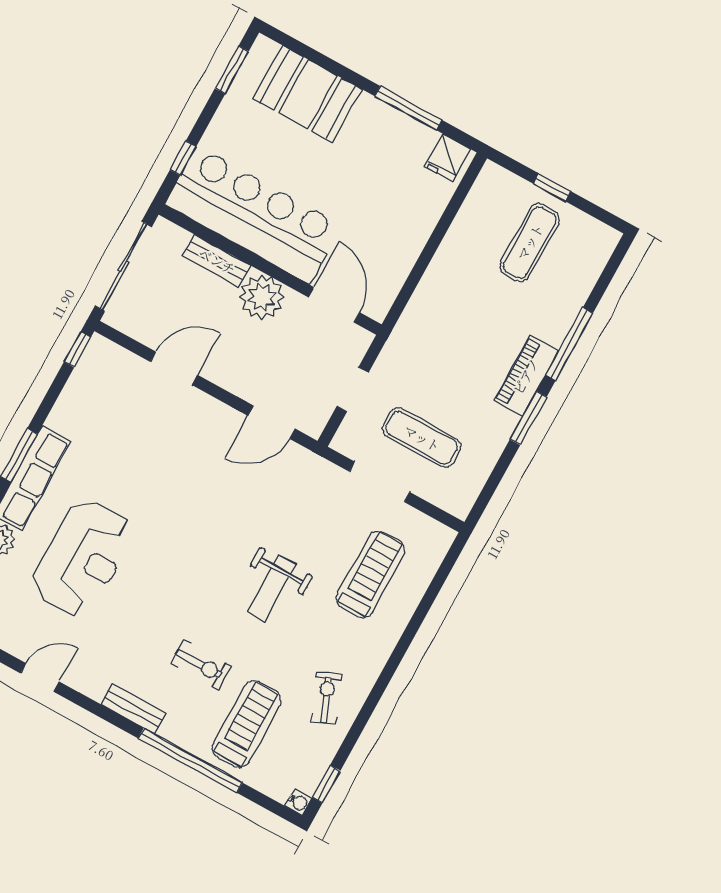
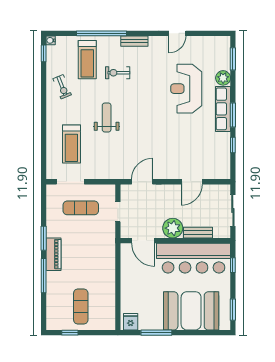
booth: (308, 94) -> (191, 311), width x1.36, depth x1.42
window: (552, 187) -> (70, 333), moved
sliding door: (123, 266) -> (233, 210), width x0.73
window: (77, 349) -> (233, 145), moved
doorway: (379, 482) -> (70, 182), moved

